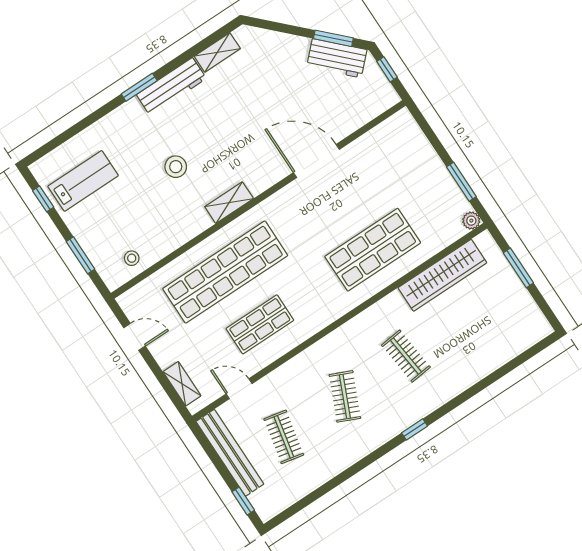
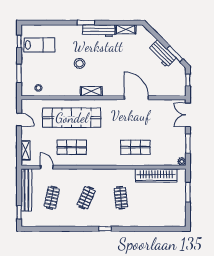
workbench: (337, 58) -> (162, 54), moved
double door: (428, 131) -> (188, 115), added
shop shelf: (373, 250) -> (135, 147), width x0.70, depth x0.74

